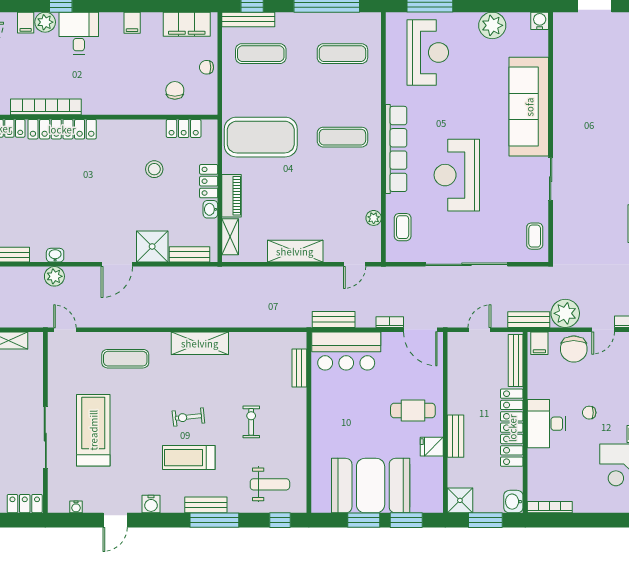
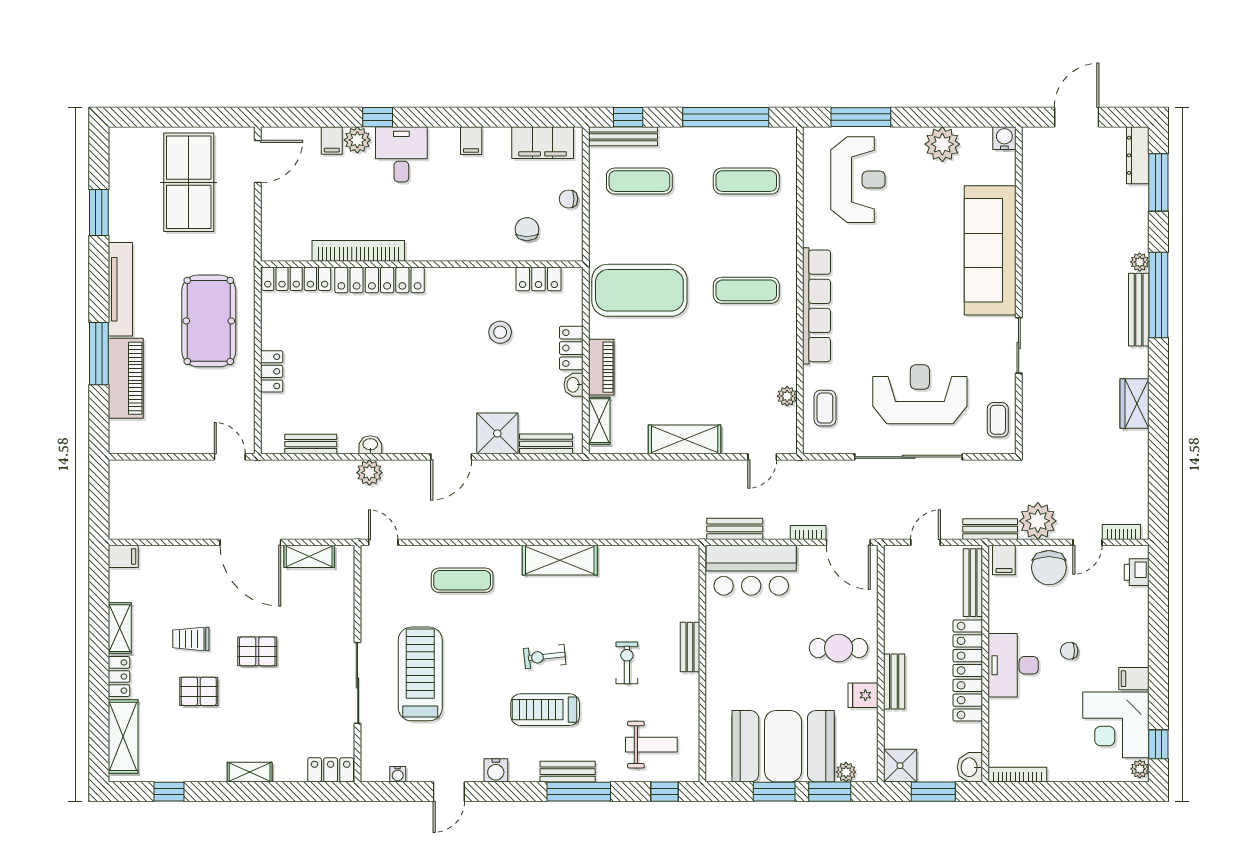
reception desk: (457, 175) -> (920, 394), moved, turned 90
bench: (299, 368) -> (690, 647), moved
plant: (419, 505) -> (846, 772), added

